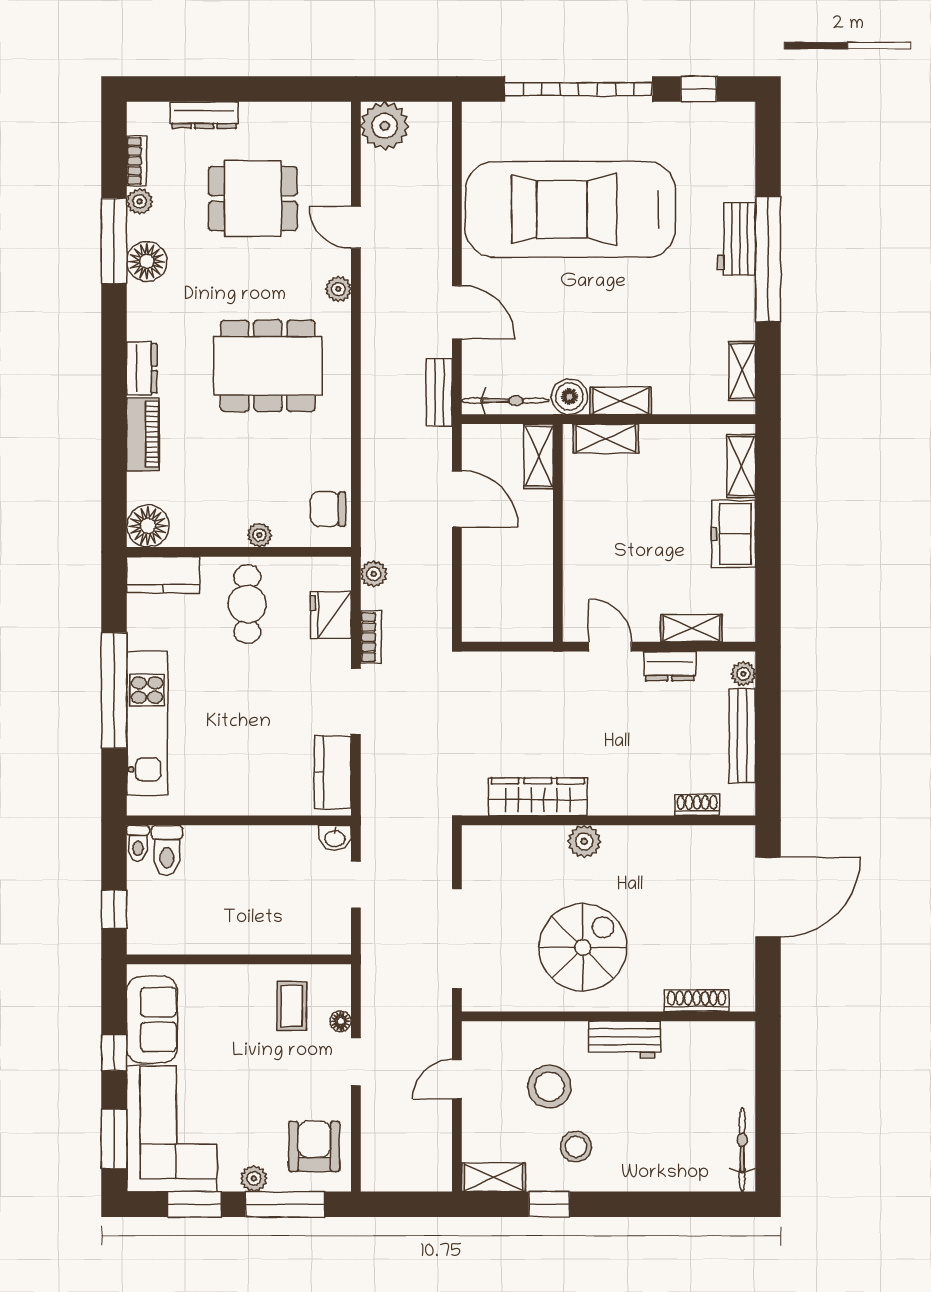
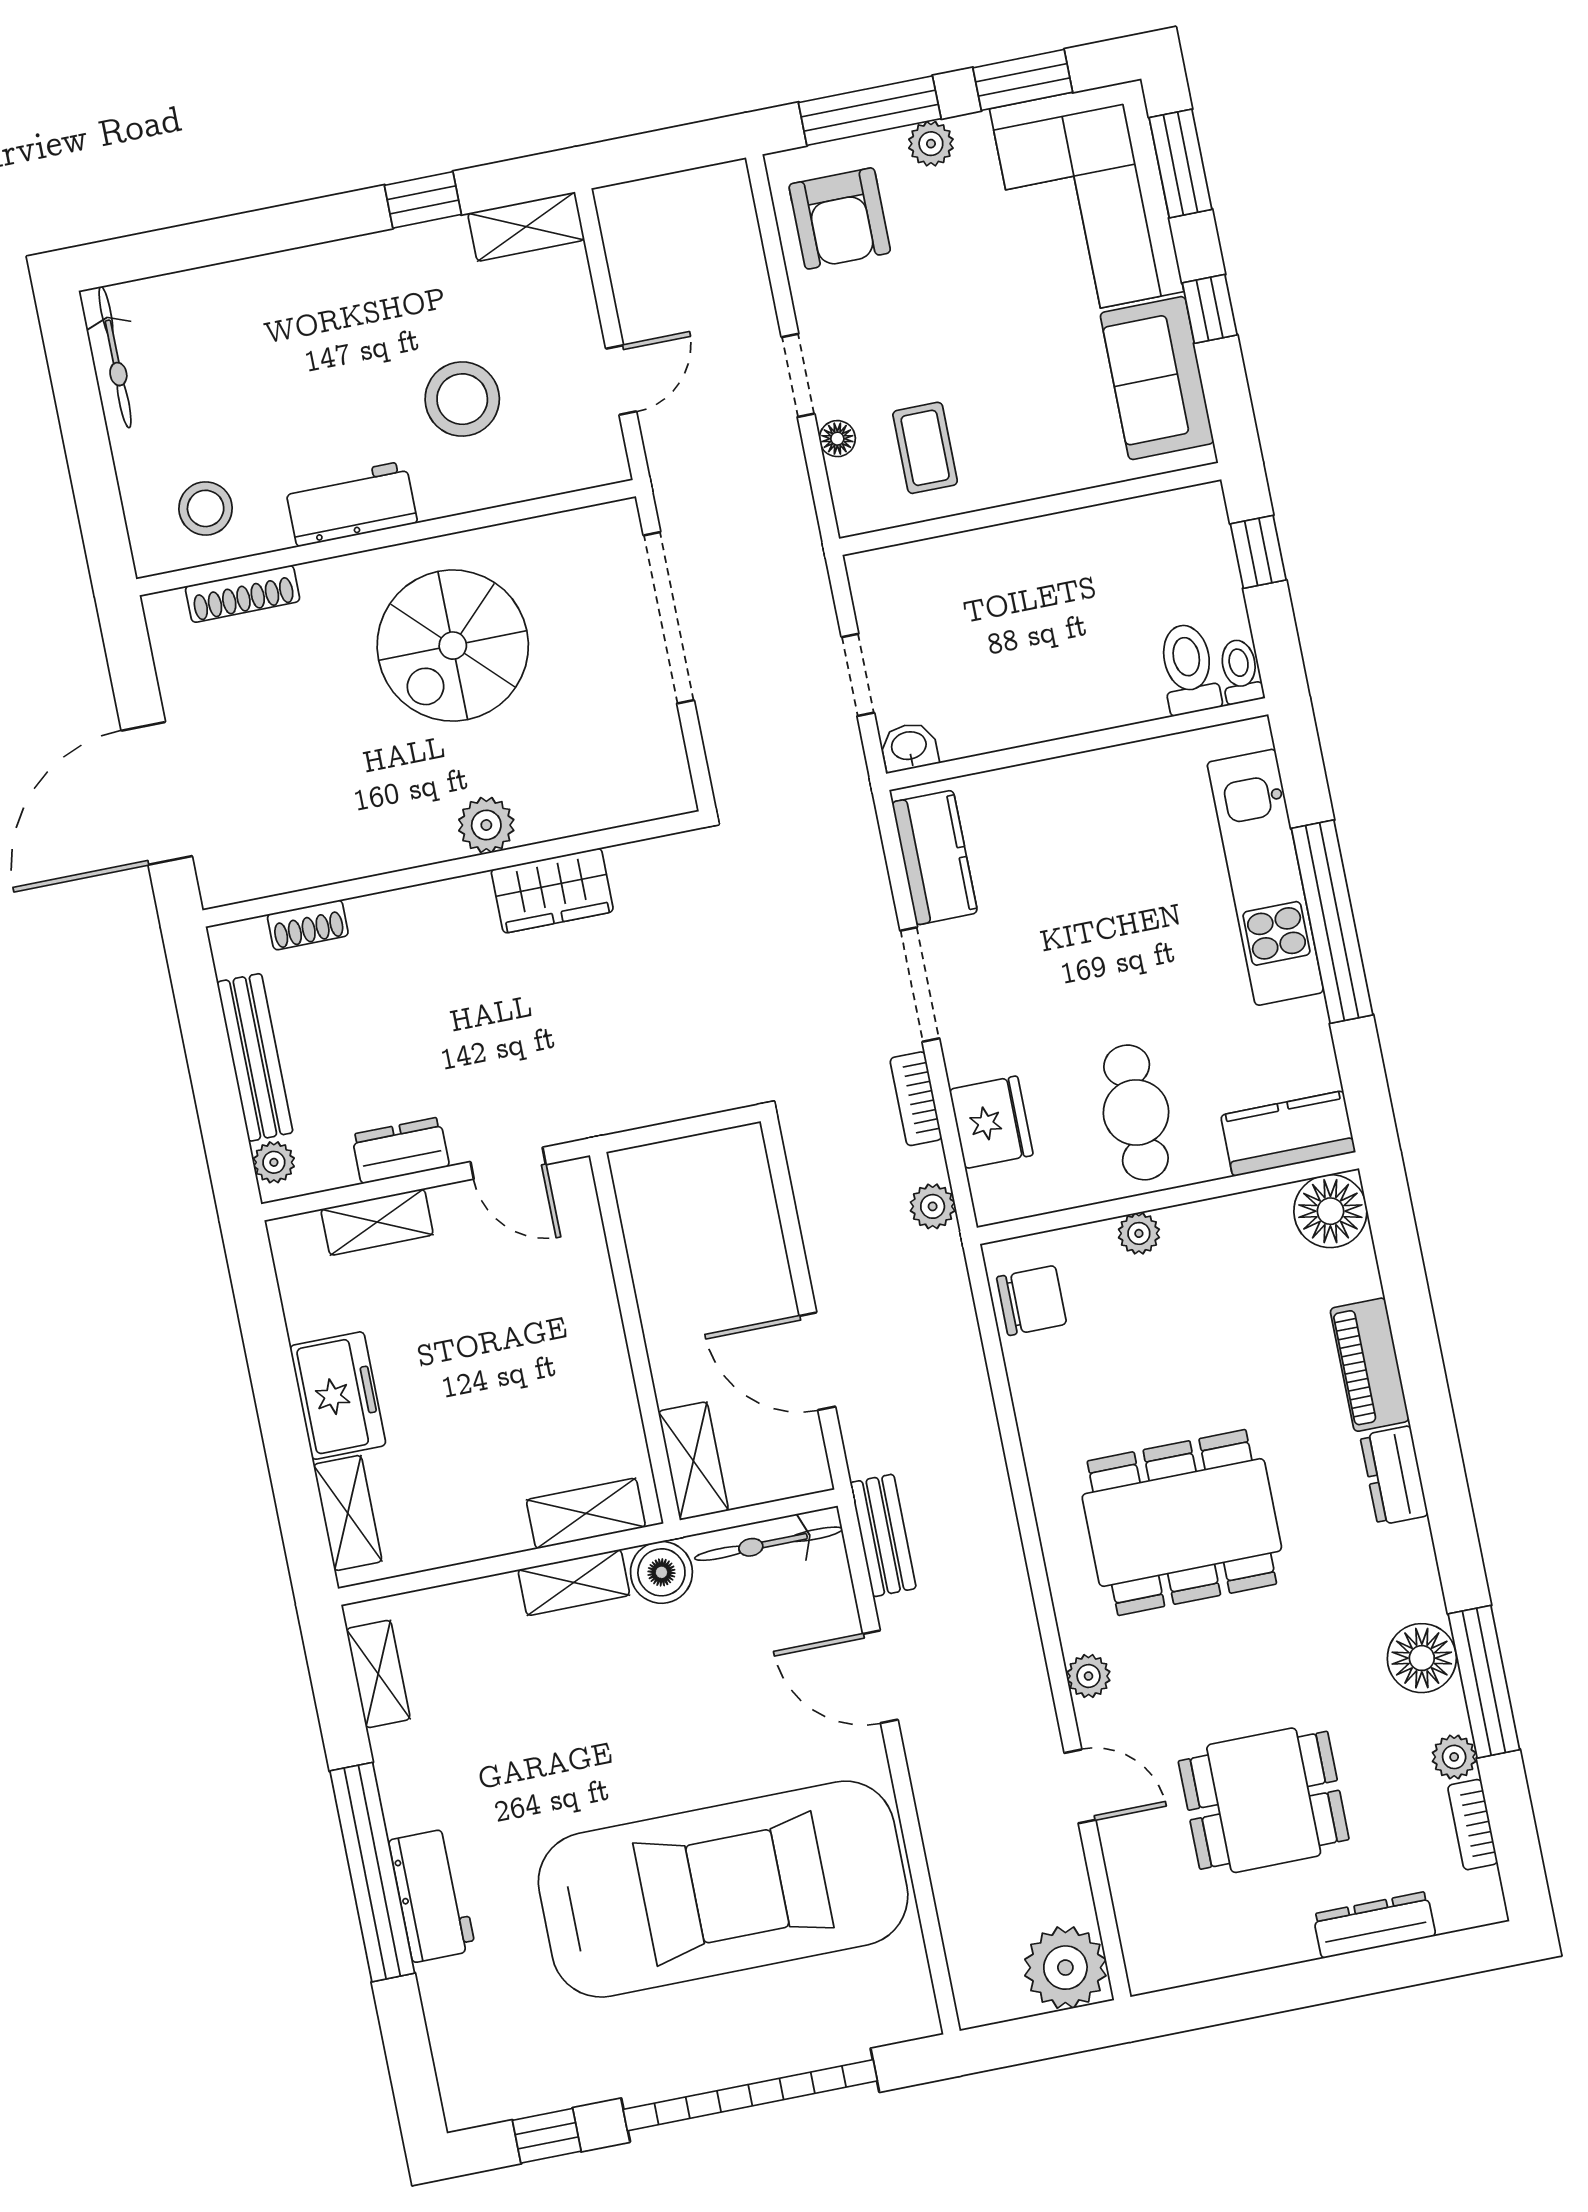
wardrobe: (538, 797) -> (552, 891), width x0.67
stool: (576, 1147) -> (206, 508), moved

